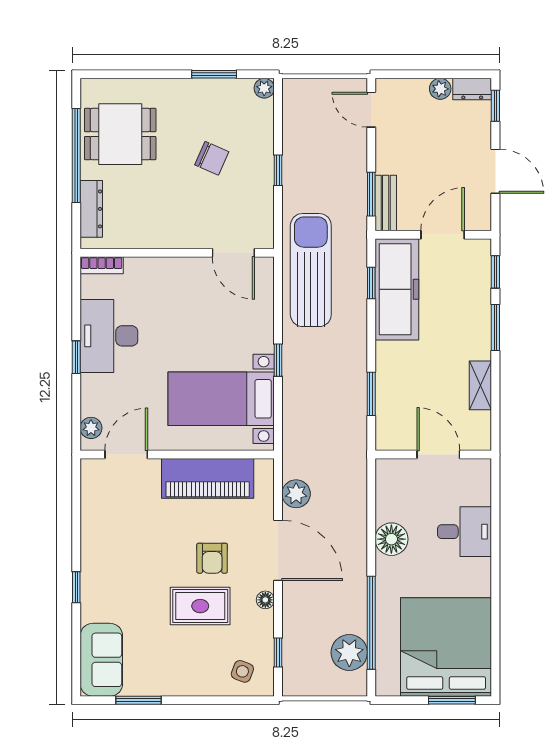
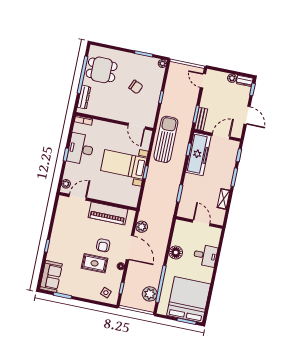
bed with nightstands: (221, 399) -> (124, 164), moved

